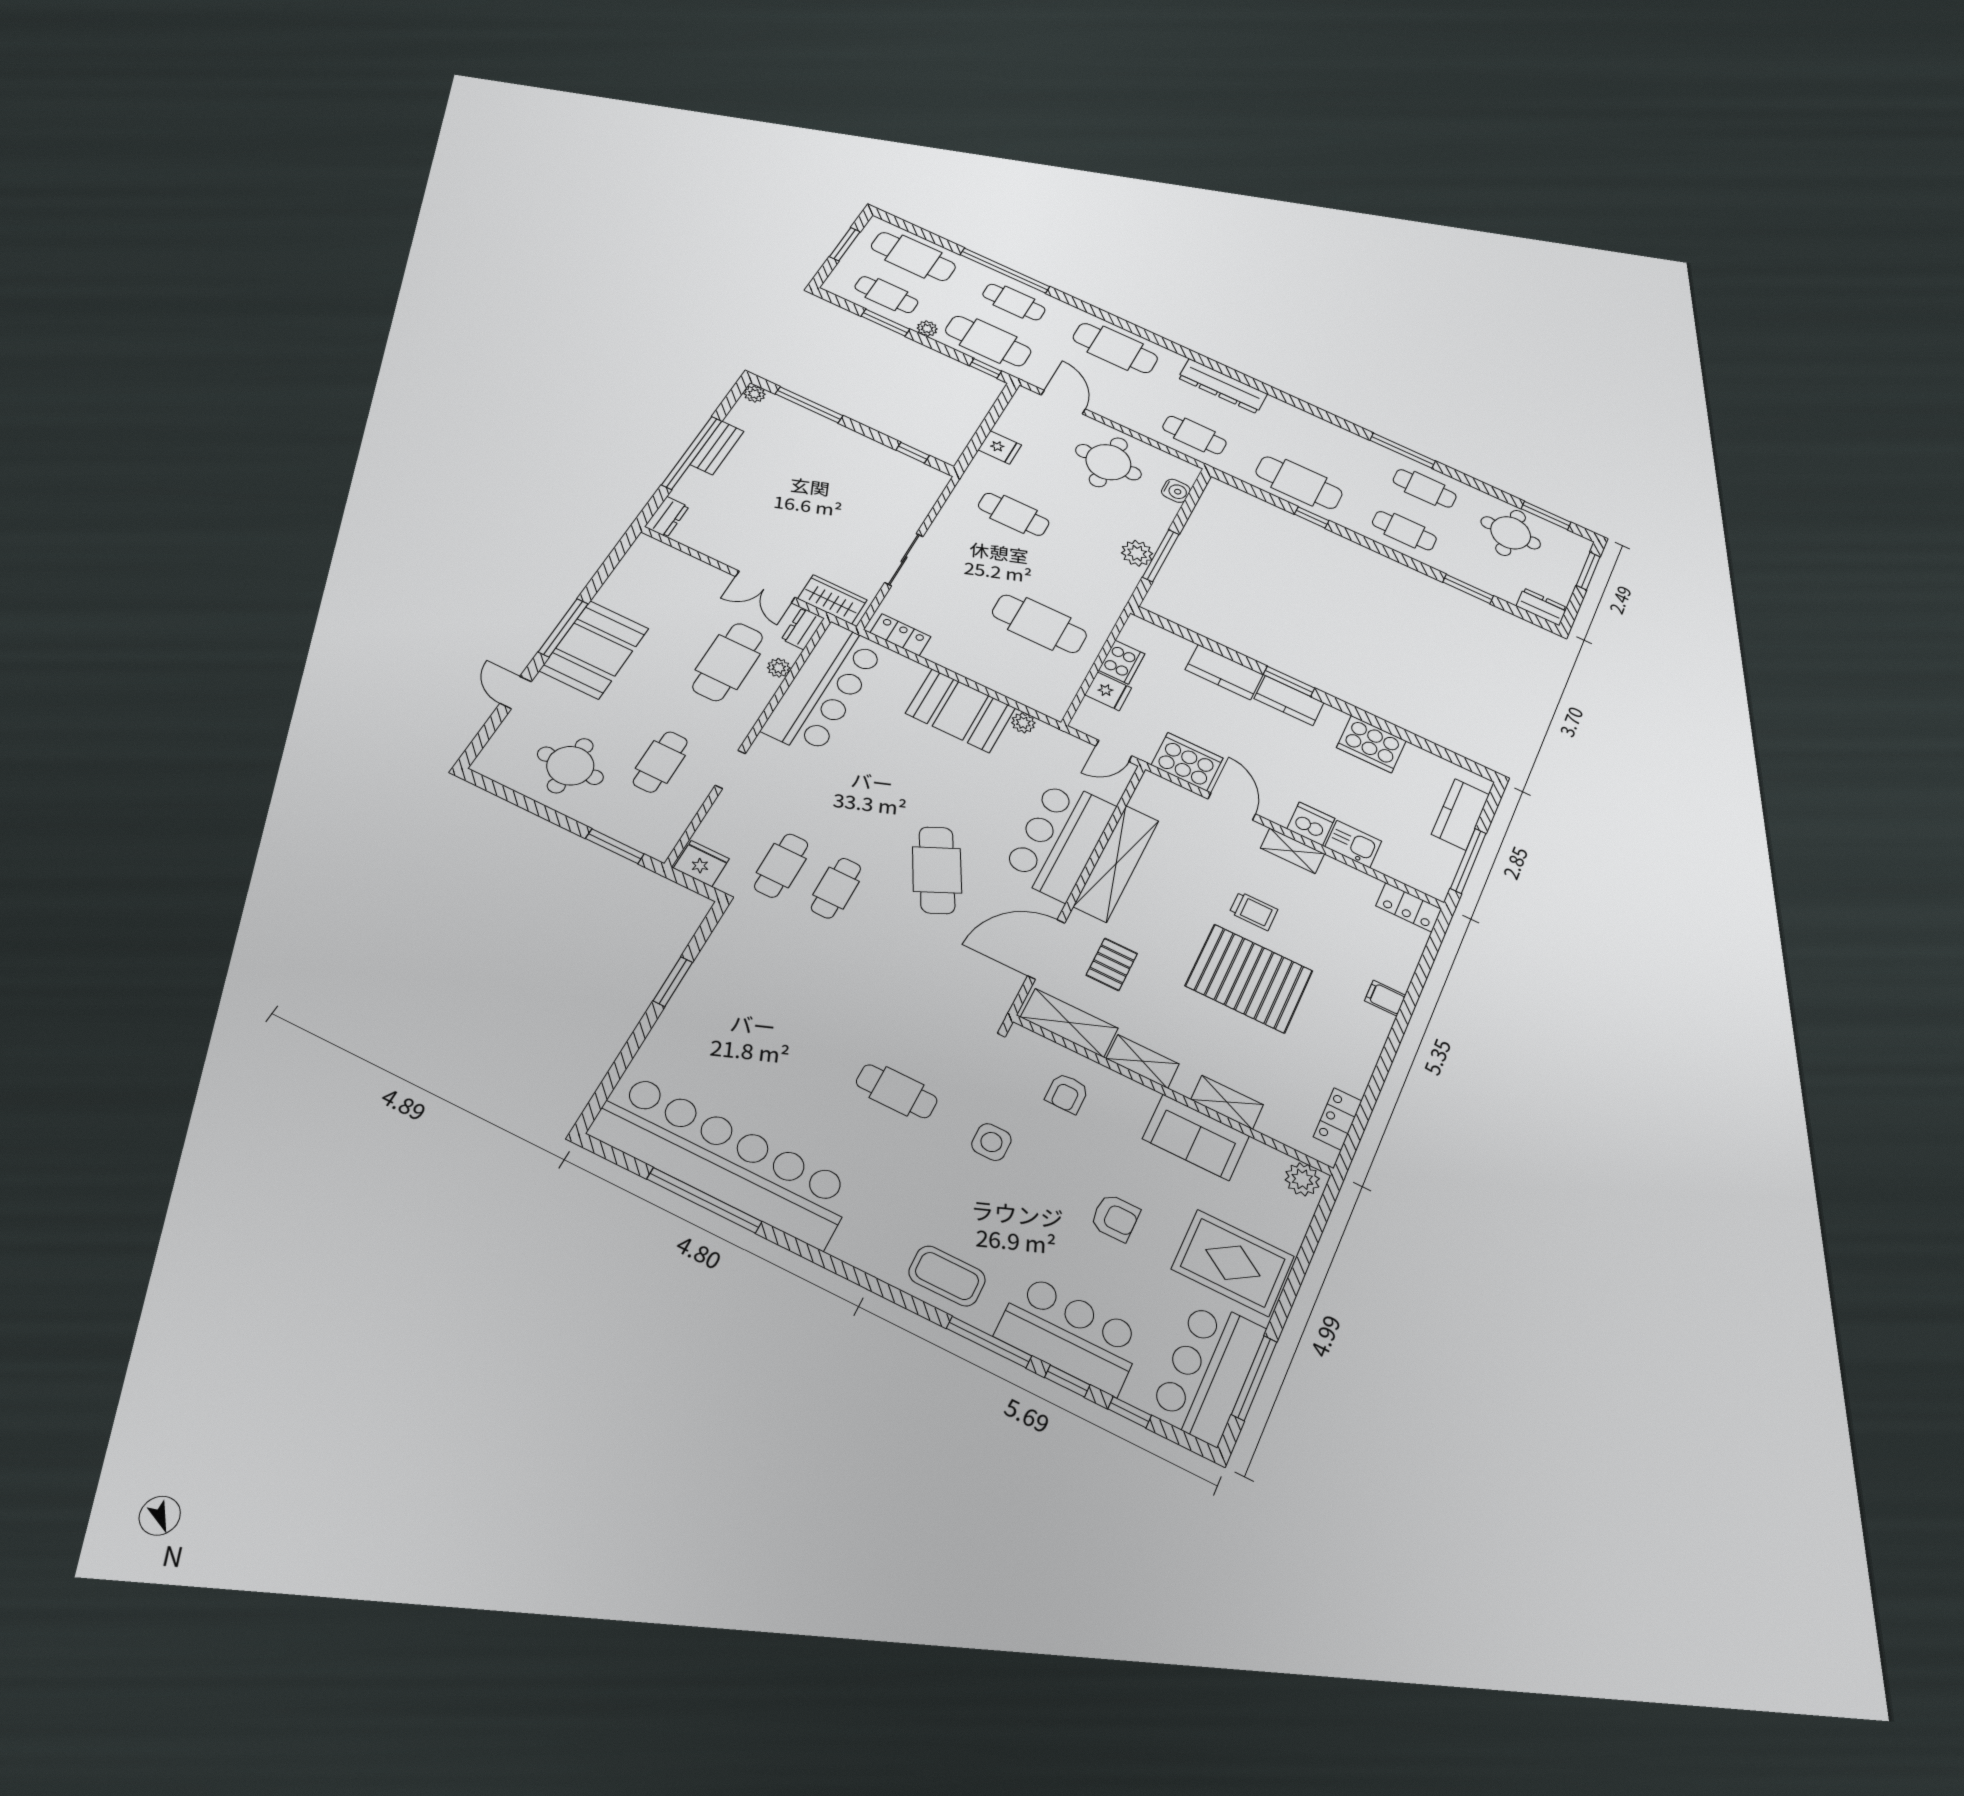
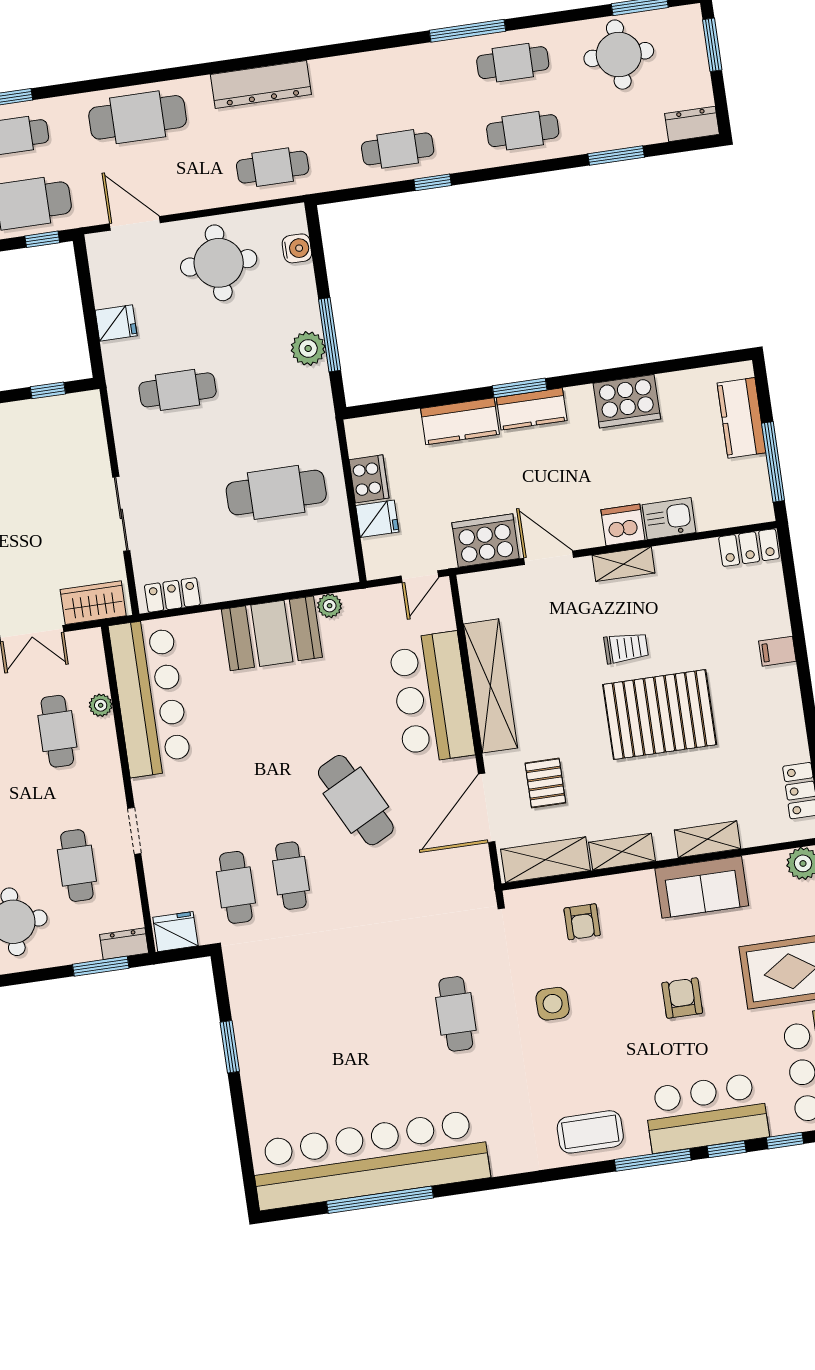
cafe table: (1299, 483) -> (398, 149), width x0.73, depth x0.74
dresser: (803, 629) -> (124, 944), moved, turned 90
cafe table: (728, 662) -> (57, 731), width x0.73, depth x0.74
cafe table: (897, 1091) -> (456, 1014), turned 90
armchair: (1115, 1218) -> (682, 998), turned -90

